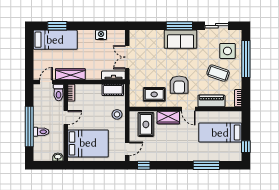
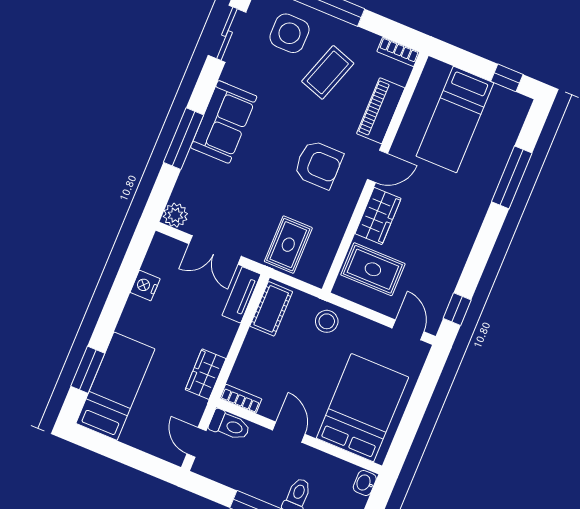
window: (179, 26) -> (184, 139), moved
plant: (135, 35) -> (175, 215), added
wardrobe: (70, 74) -> (206, 374), width x0.67
rug: (154, 94) -> (288, 245), moved

